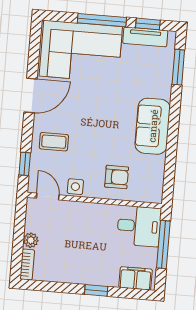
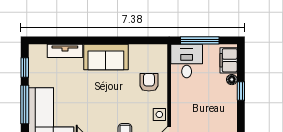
tv unit: (145, 37) -> (65, 51), moved, turned 90
window: (178, 67) -> (57, 40), removed
floor lamp: (111, 280) -> (232, 80), added

